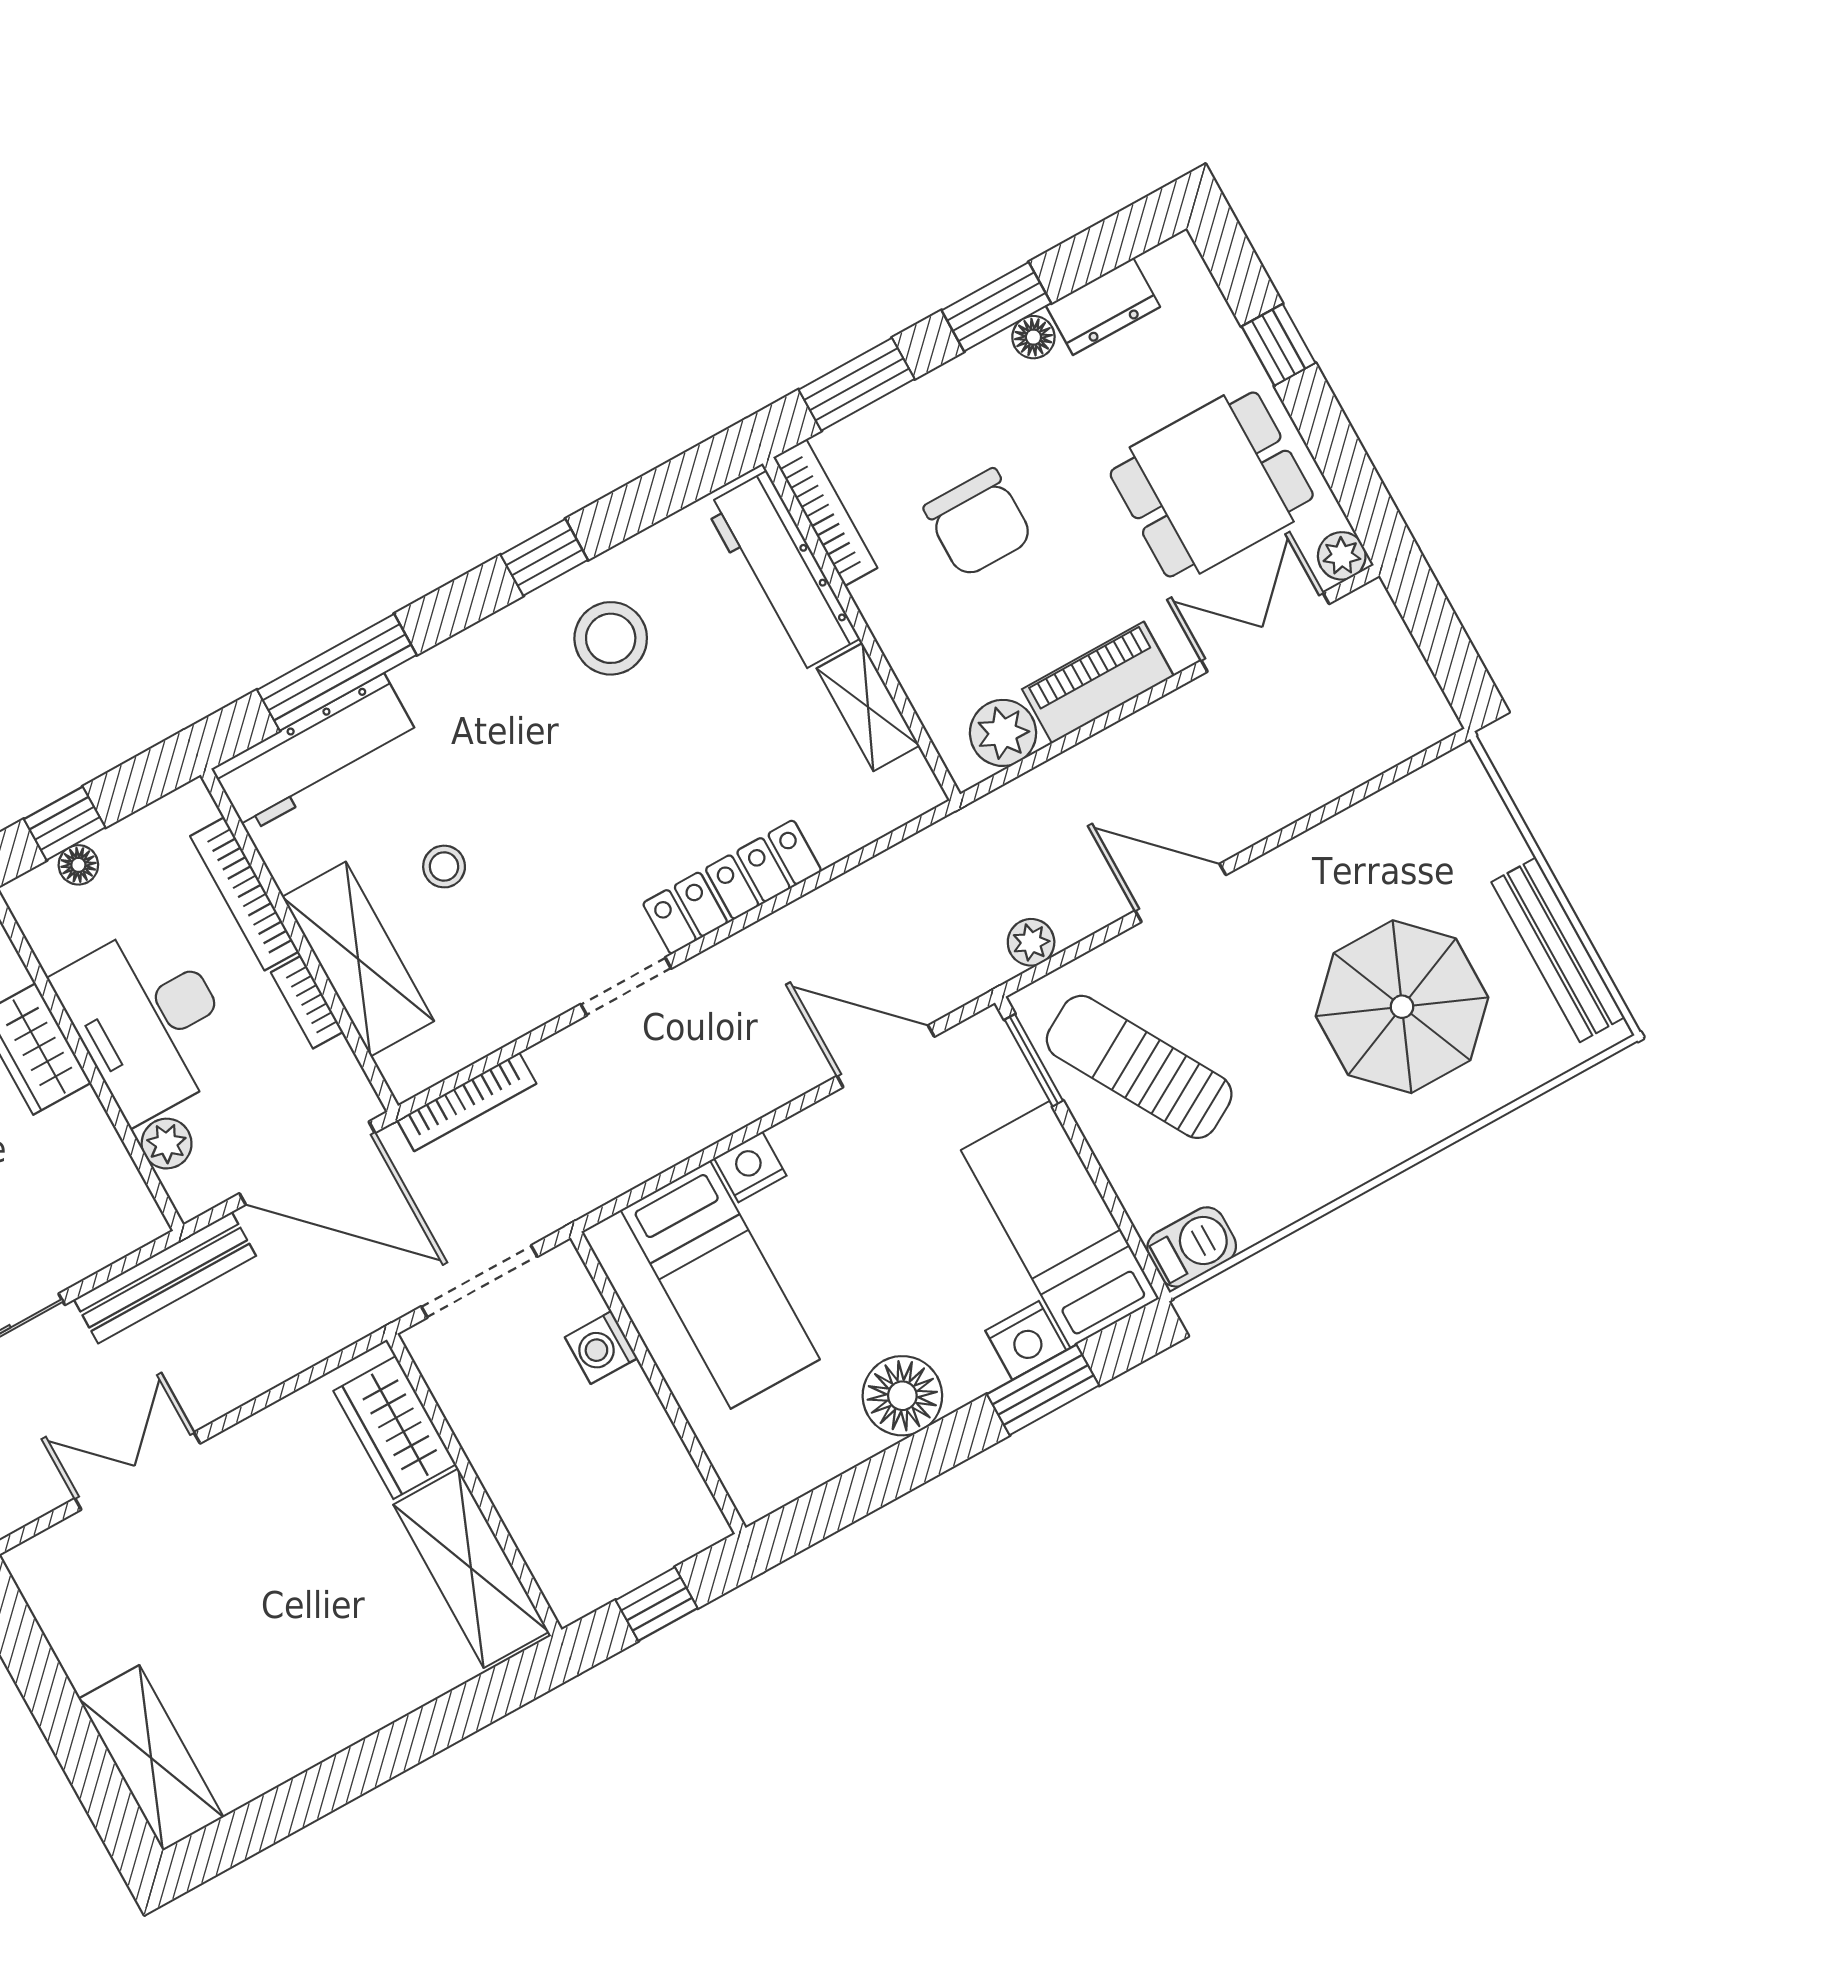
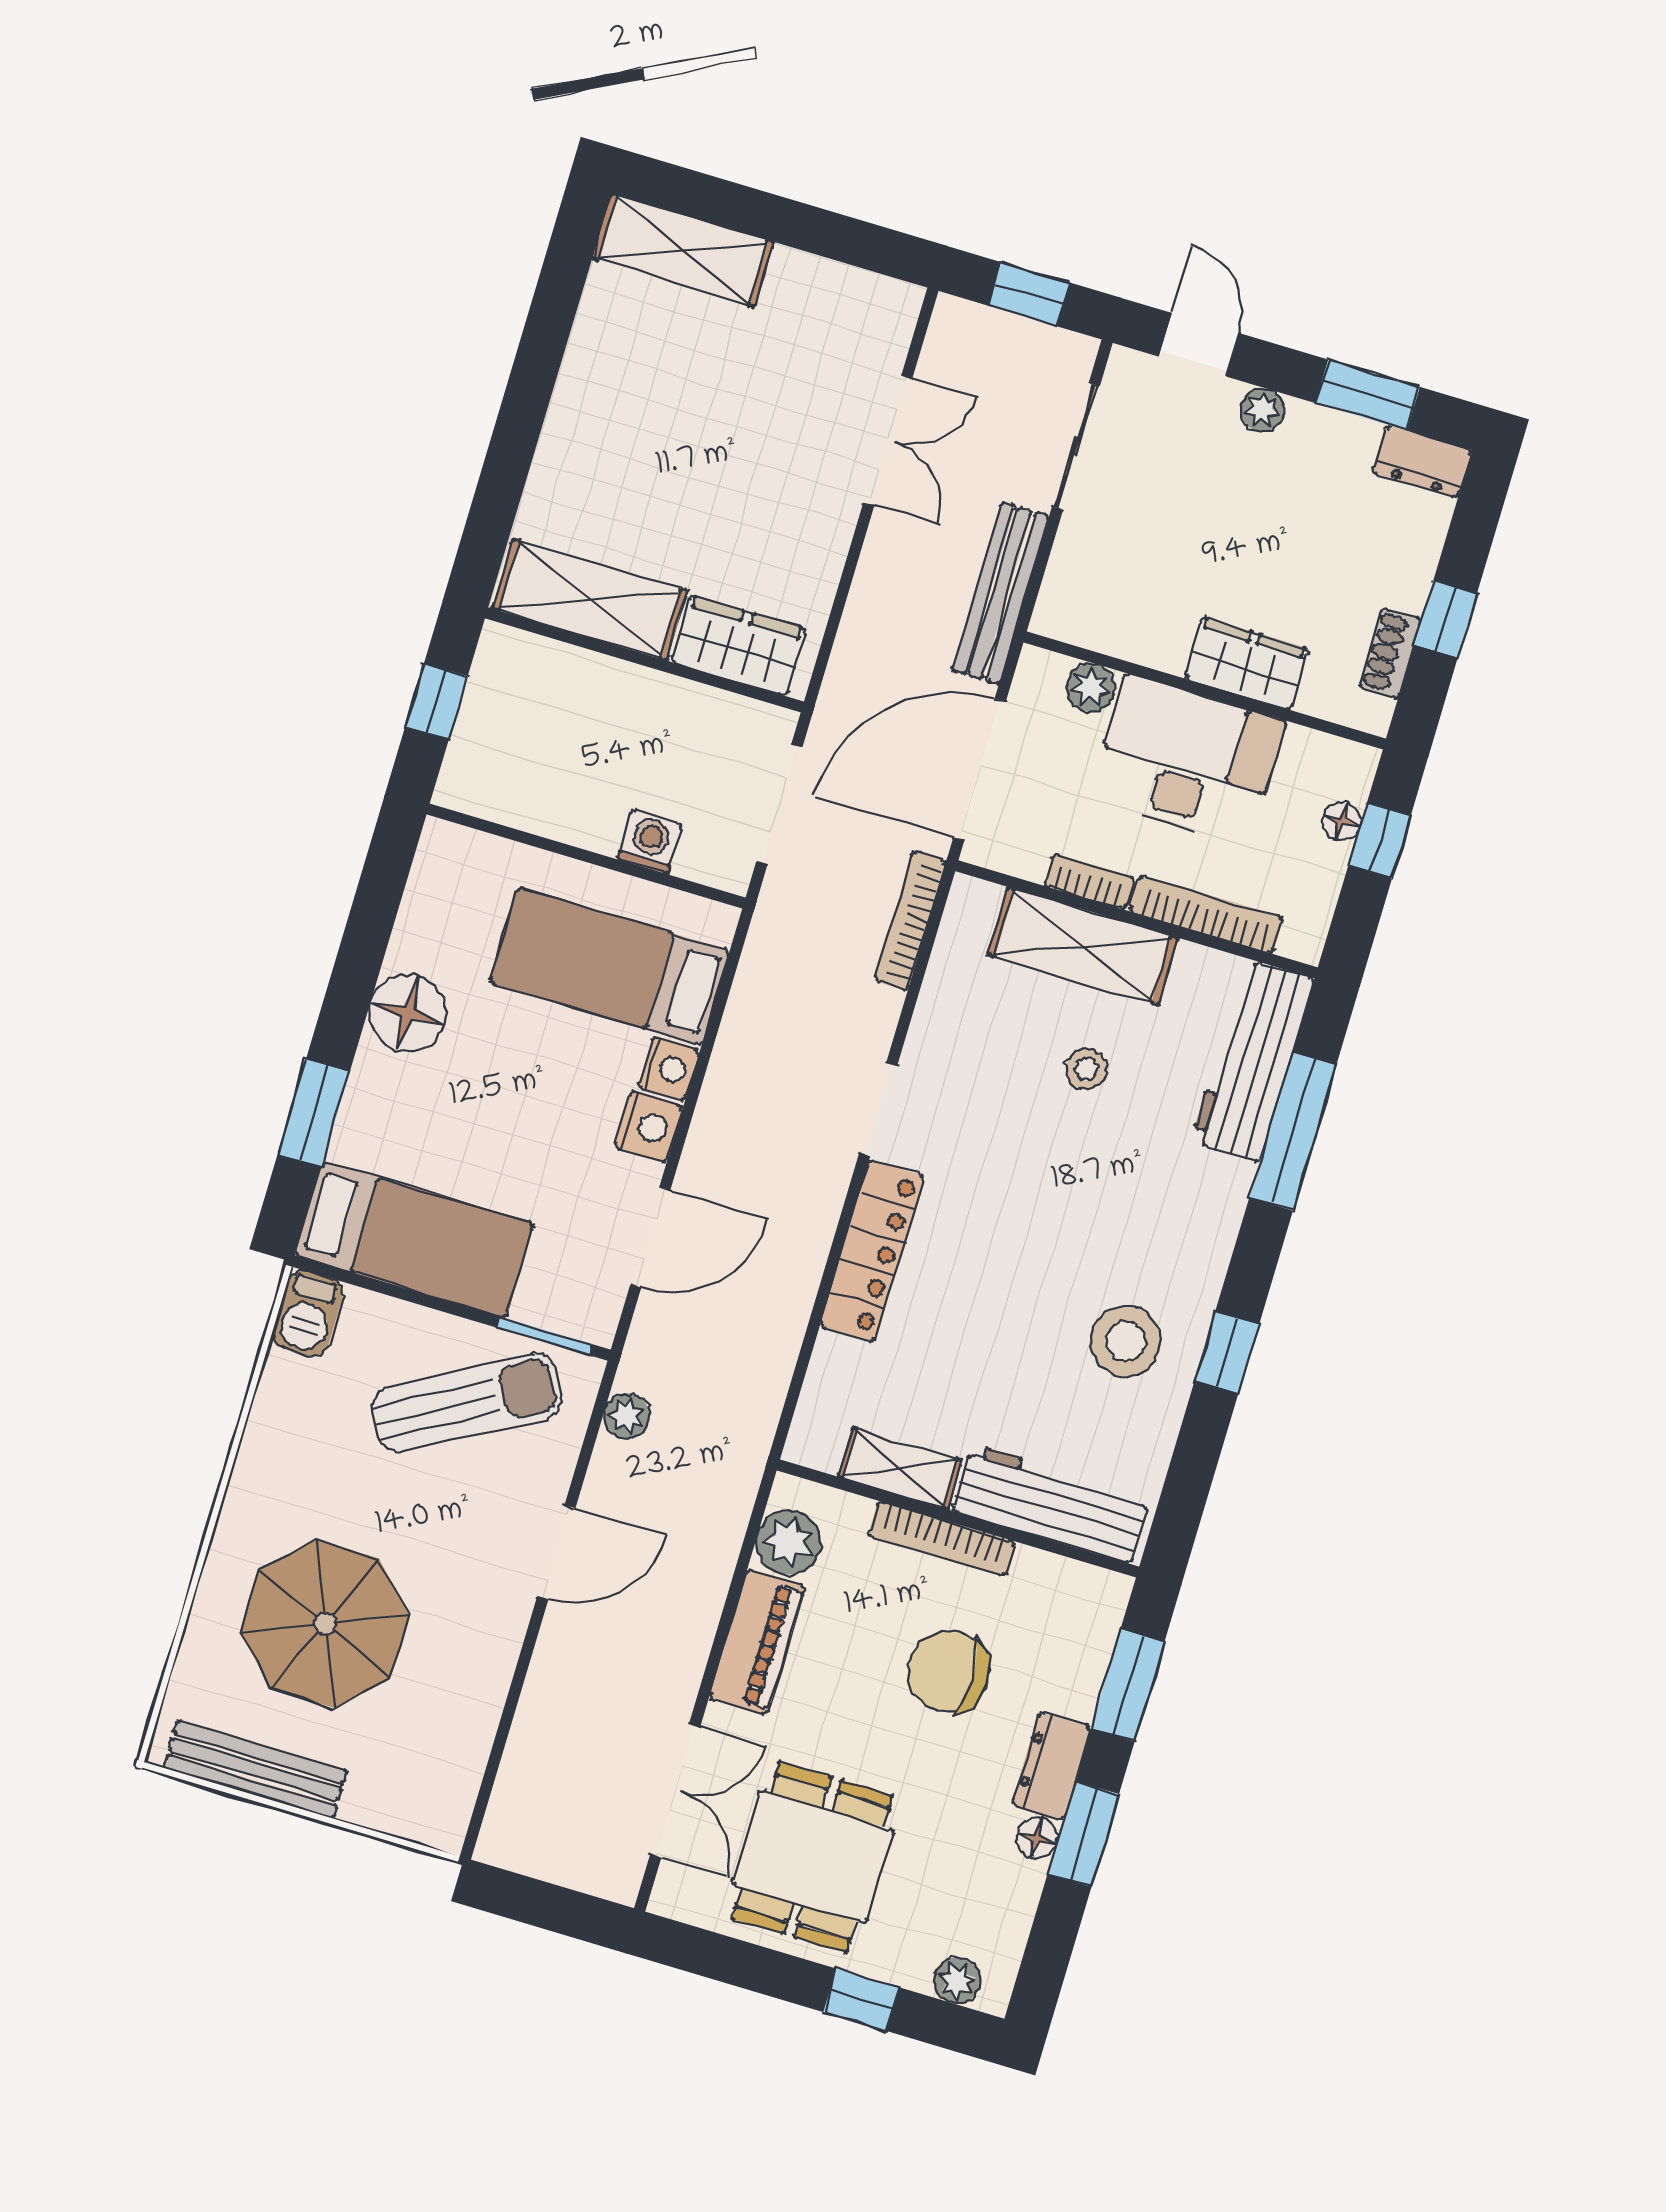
dresser: (1103, 306) -> (1051, 1766), moved
bookcase: (825, 513) -> (942, 1539), moved
plant: (1342, 556) -> (957, 1981), moved
nightstand: (1026, 1340) -> (649, 1127), moved, turned 180

